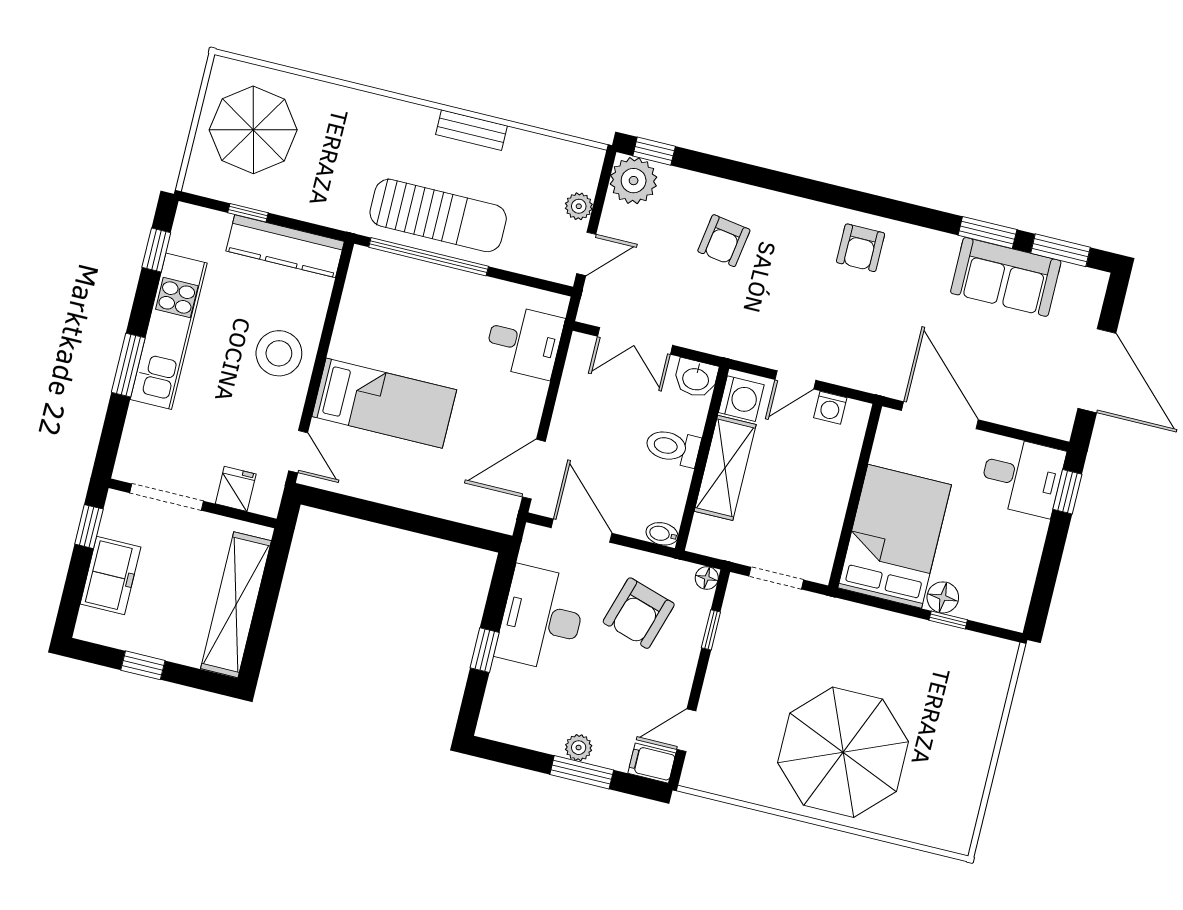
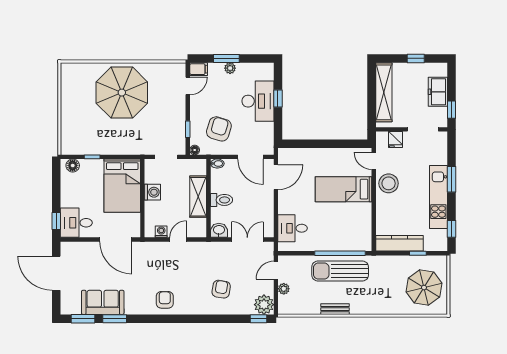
stool: (279, 353) -> (389, 183), moved
washing machine: (741, 399) -> (152, 192), moved, turned 180
floor lamp: (943, 597) -> (73, 166), moved
desk: (542, 619) -> (258, 101), moved

